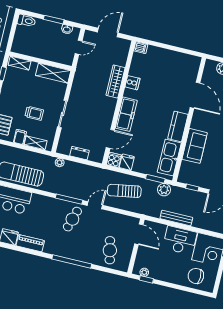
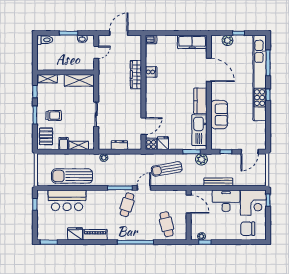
trolley: (34, 113) -> (54, 115), moved
freezer: (126, 114) -> (192, 42), moved, turned 90

